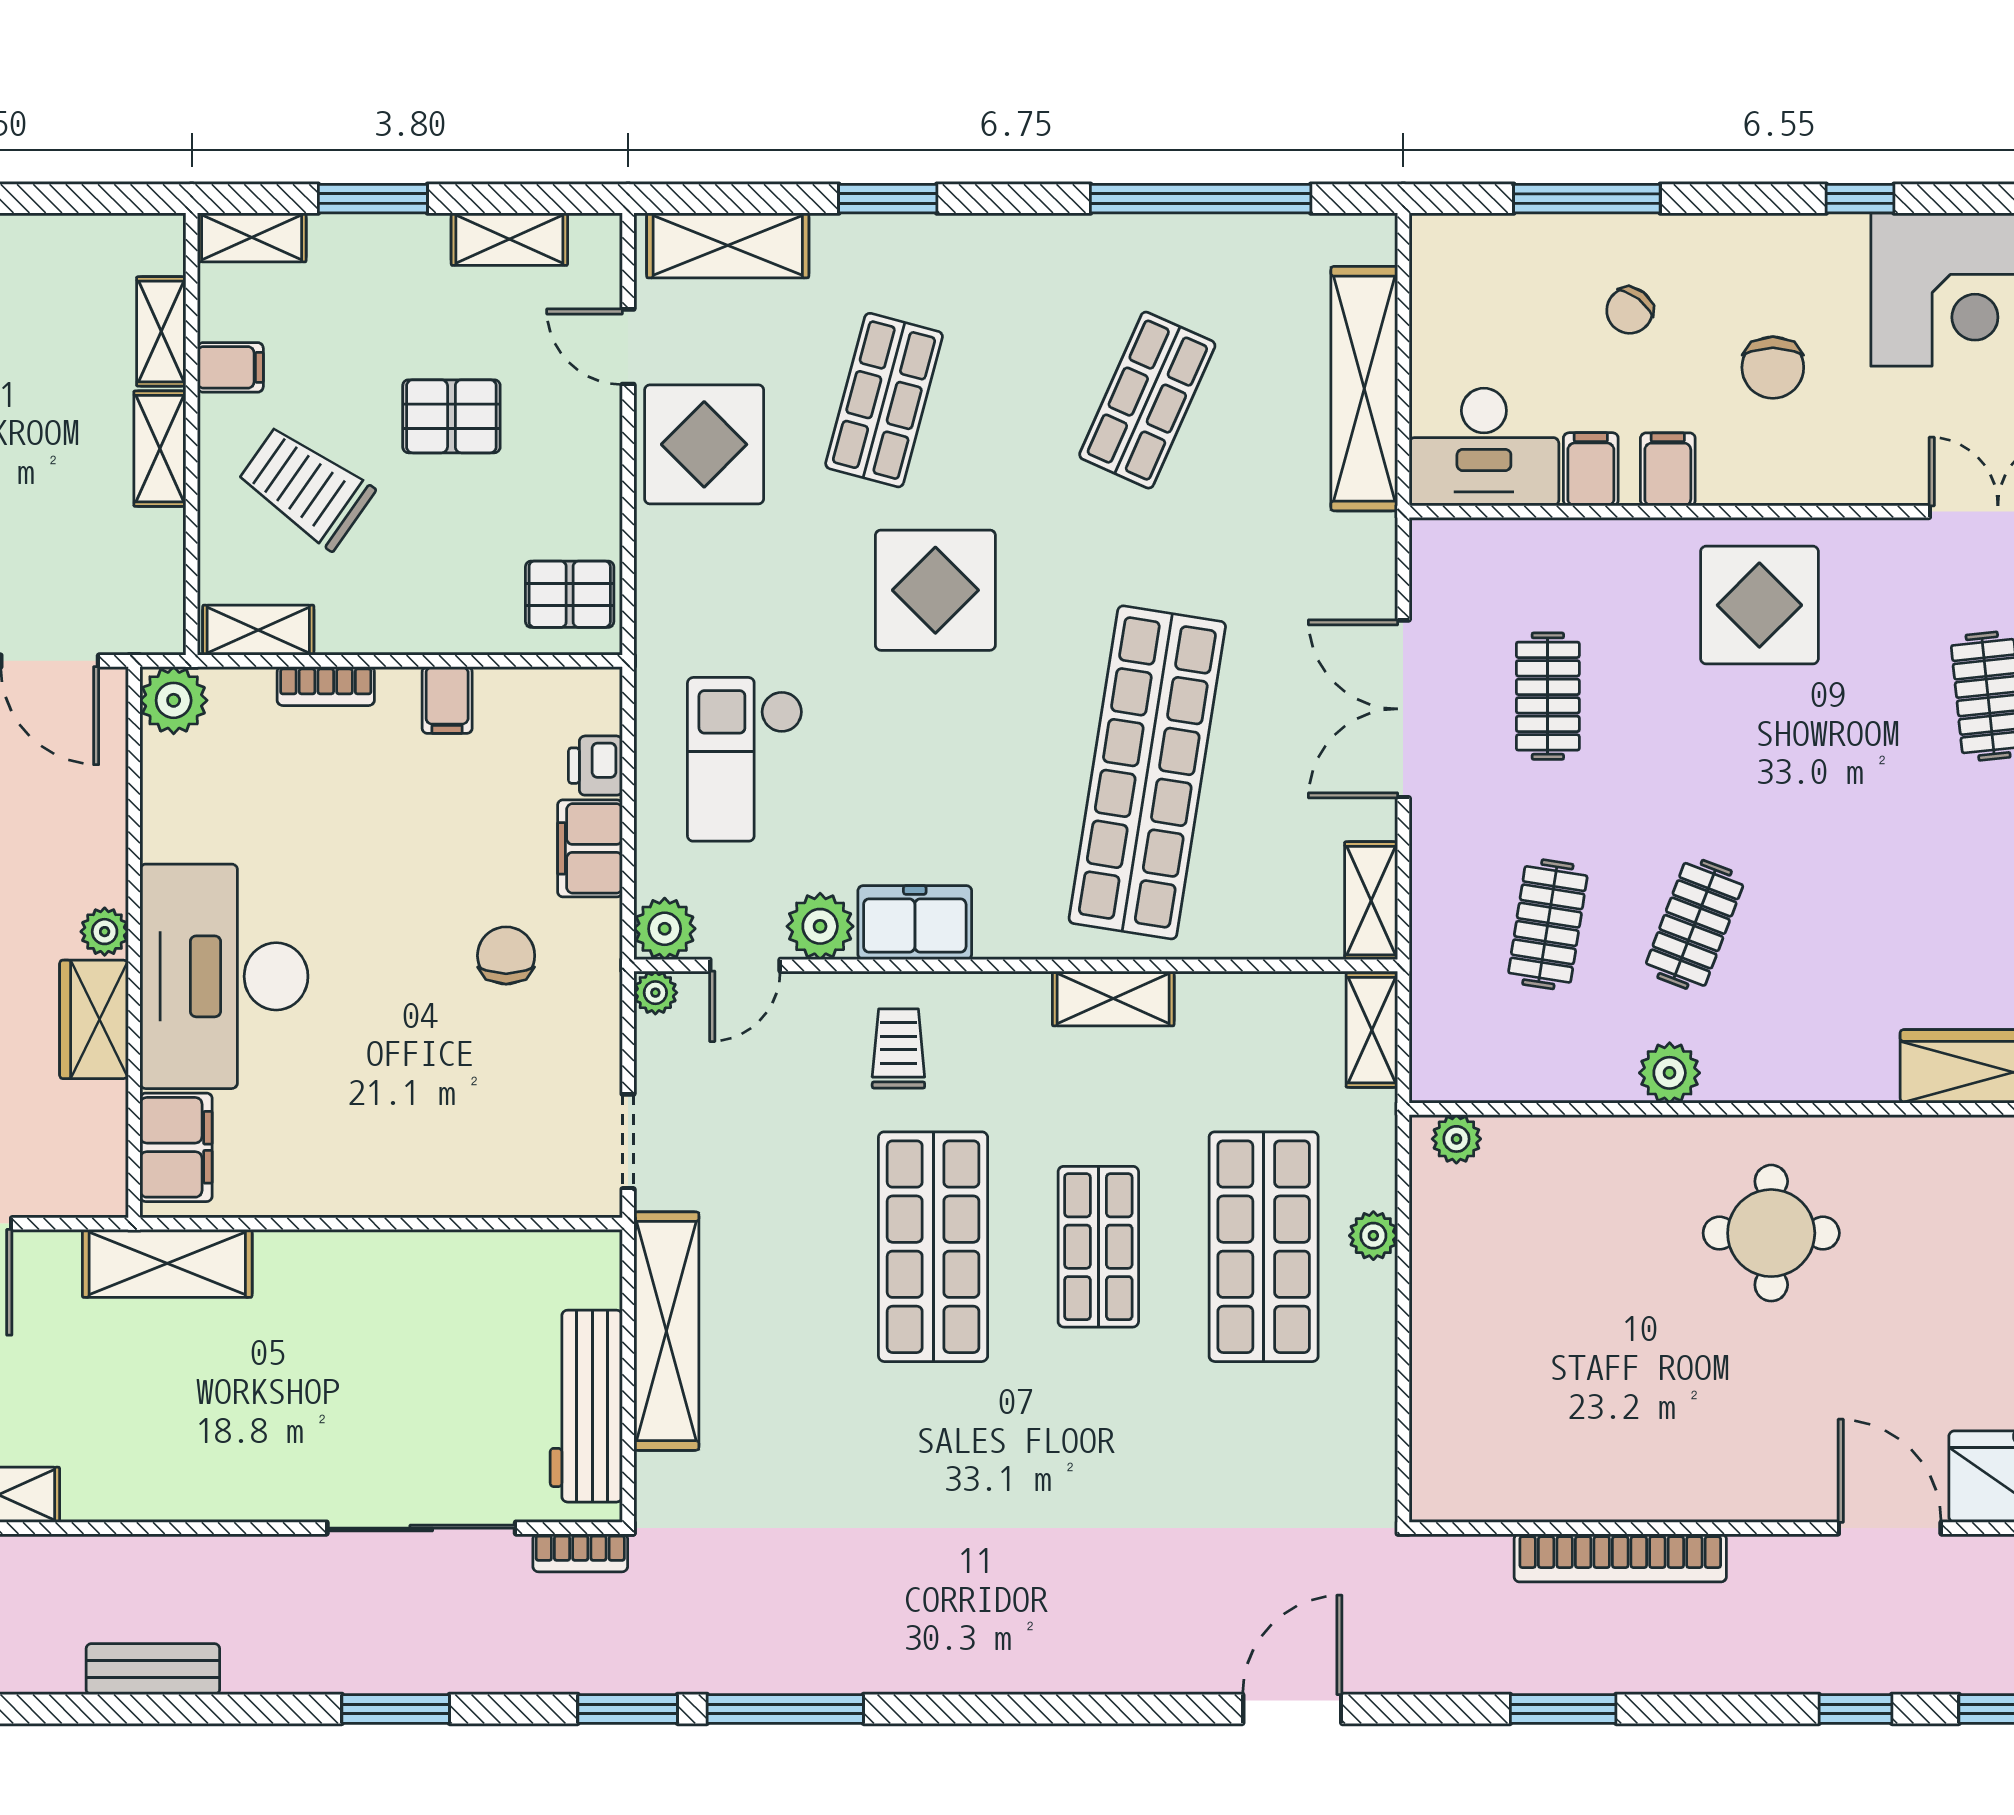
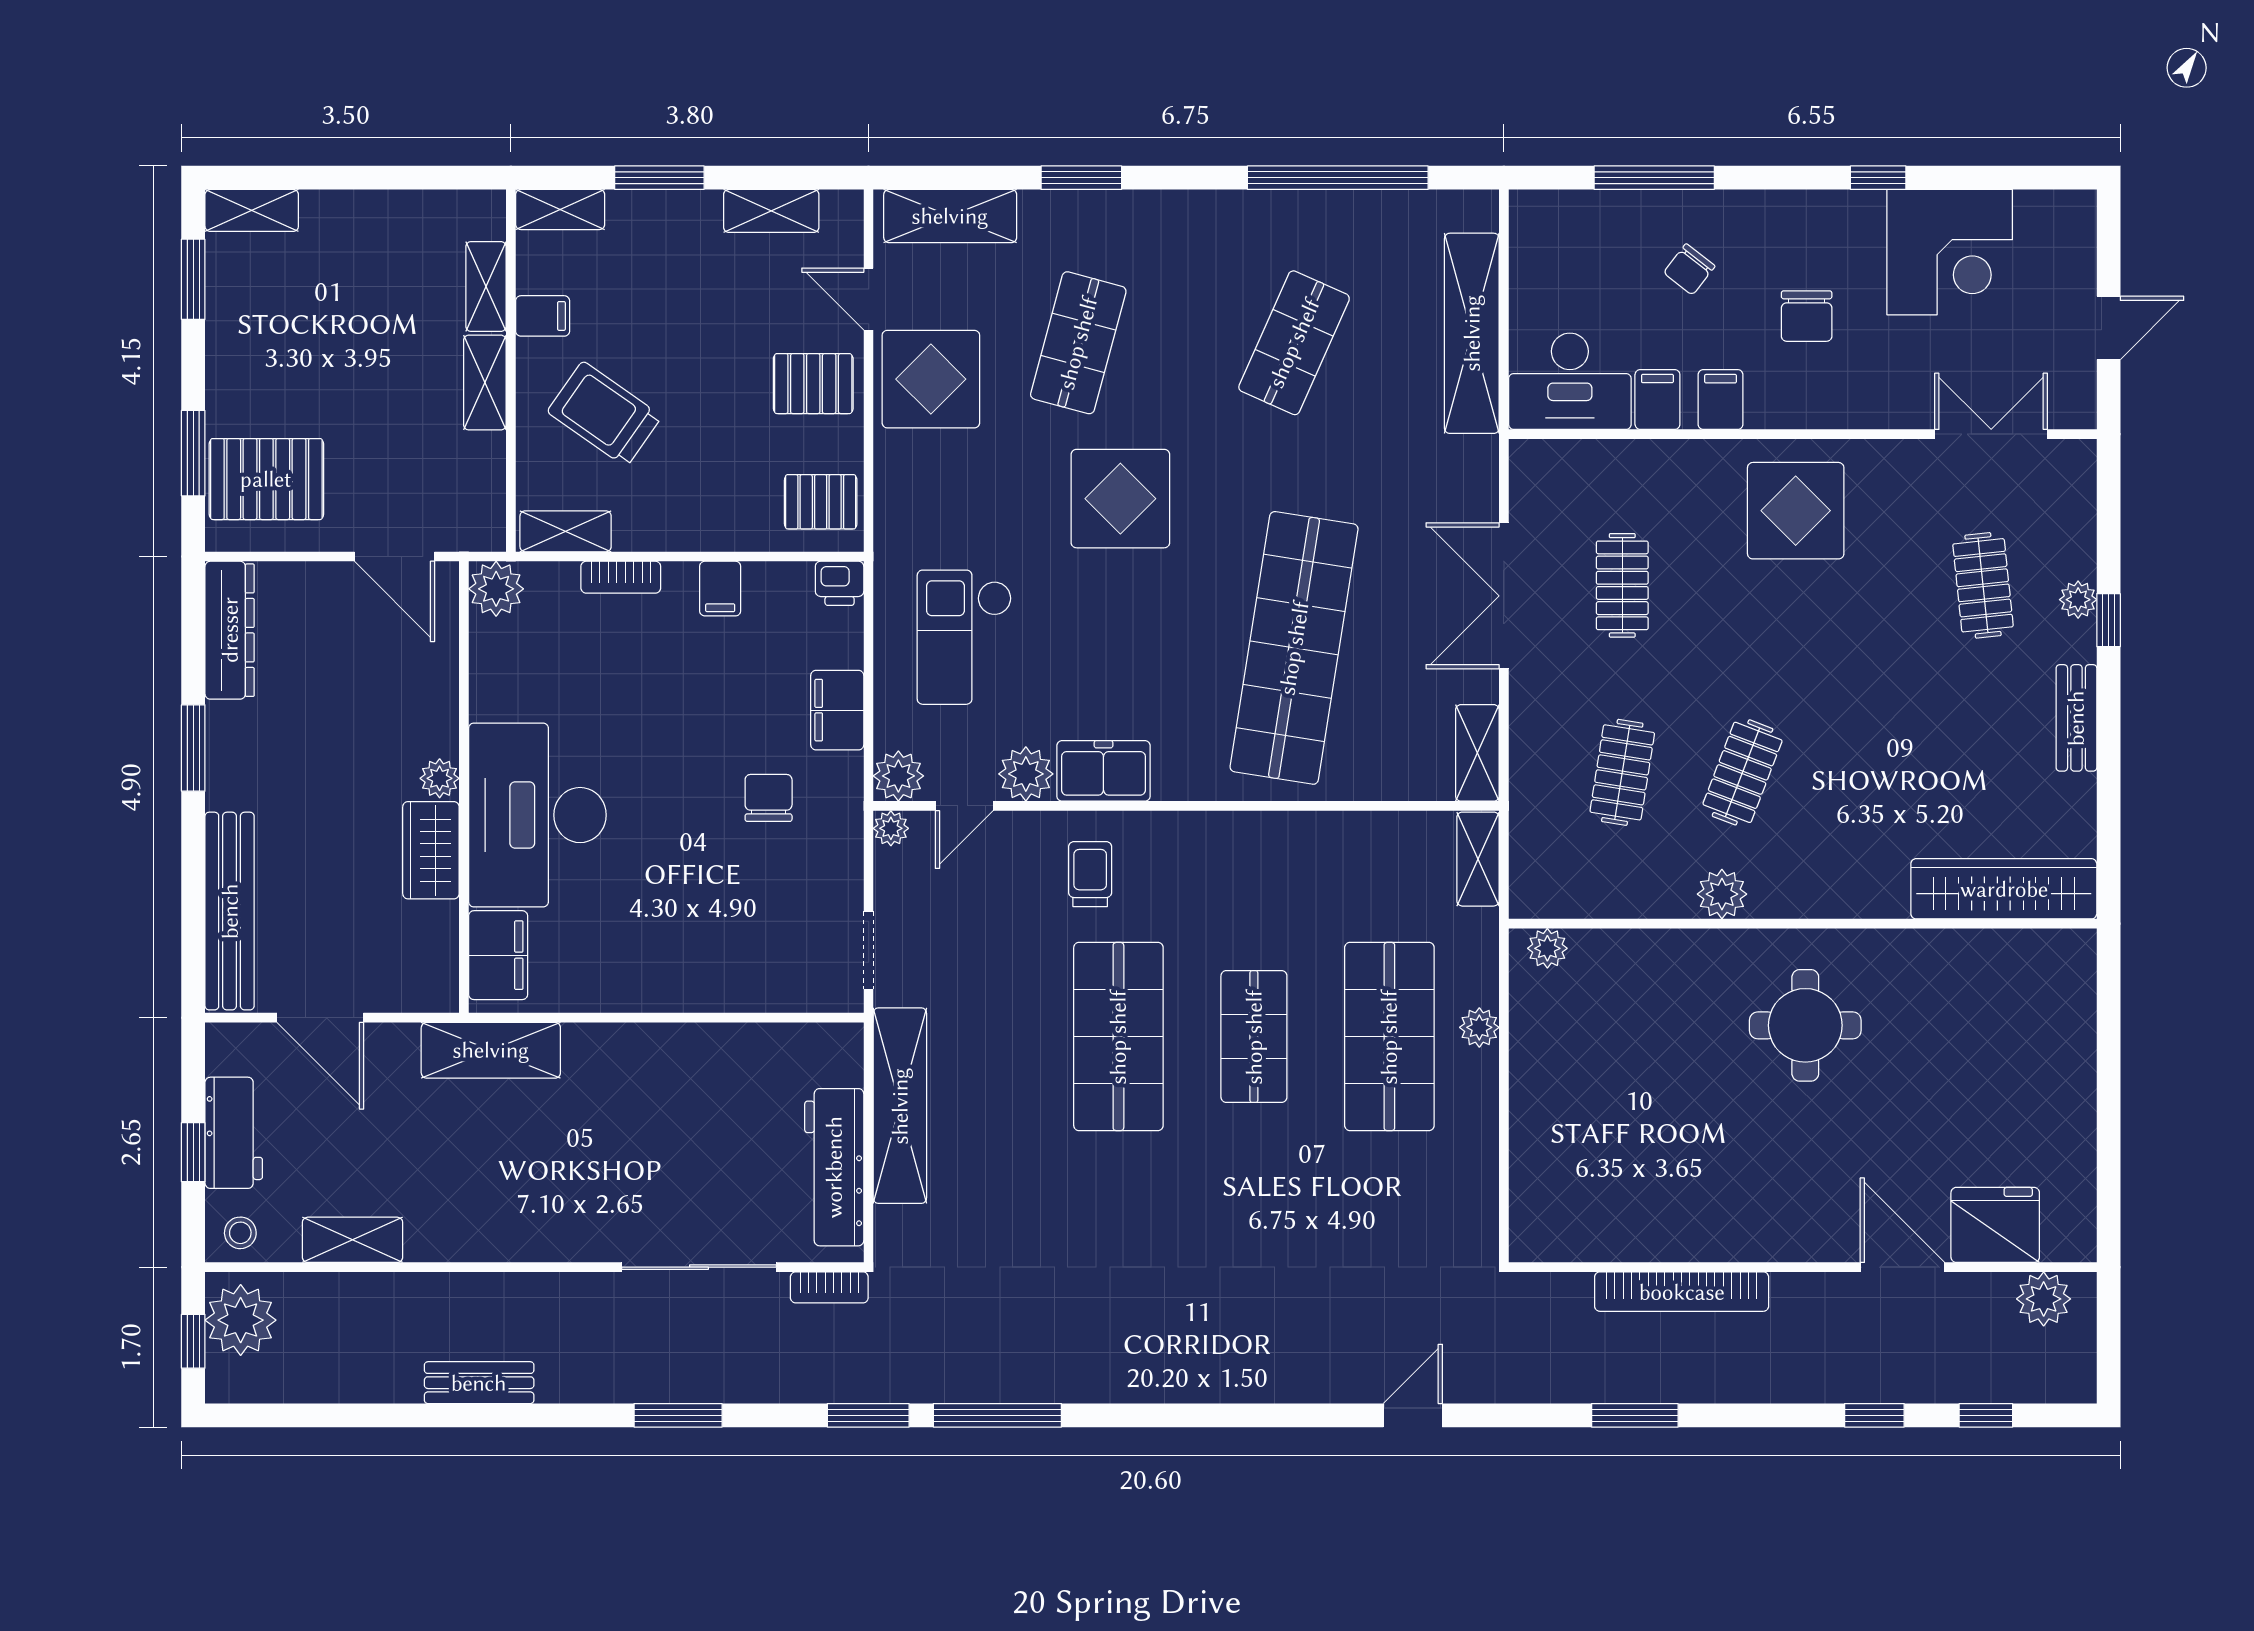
pallet: (451, 416) -> (813, 384), moved
printer: (595, 766) -> (840, 583), moved, turned -90
shelving: (1113, 998) -> (1266, 833), removed
door: (1292, 1709) -> (1413, 1415), width x0.73

